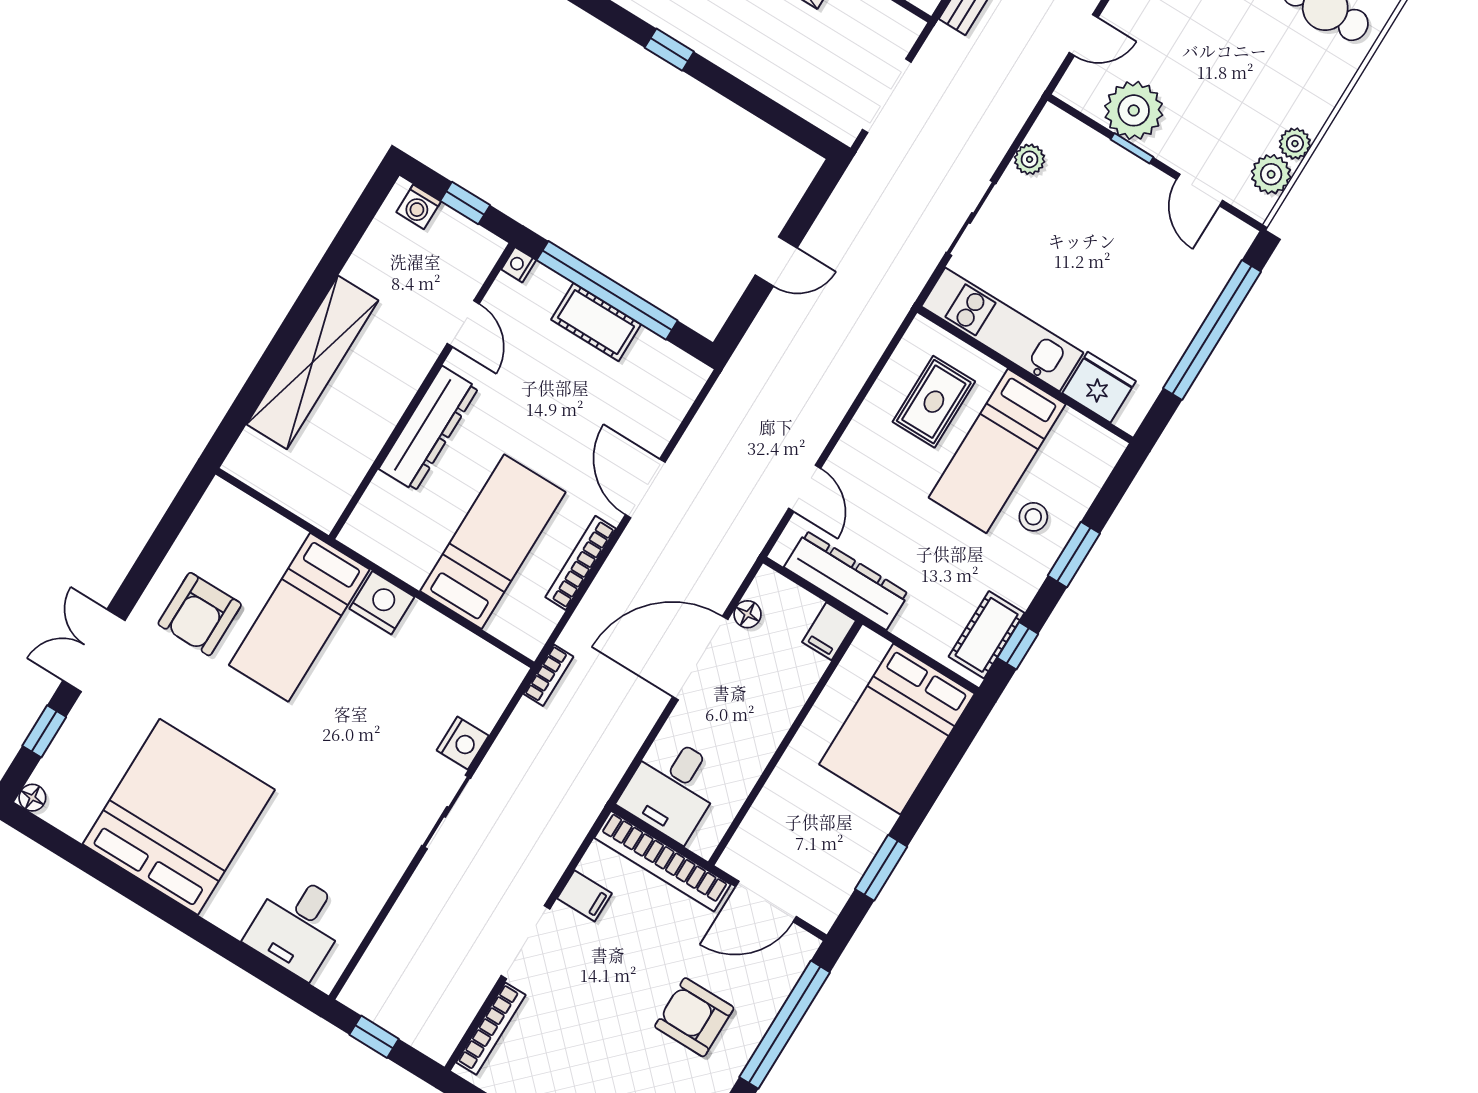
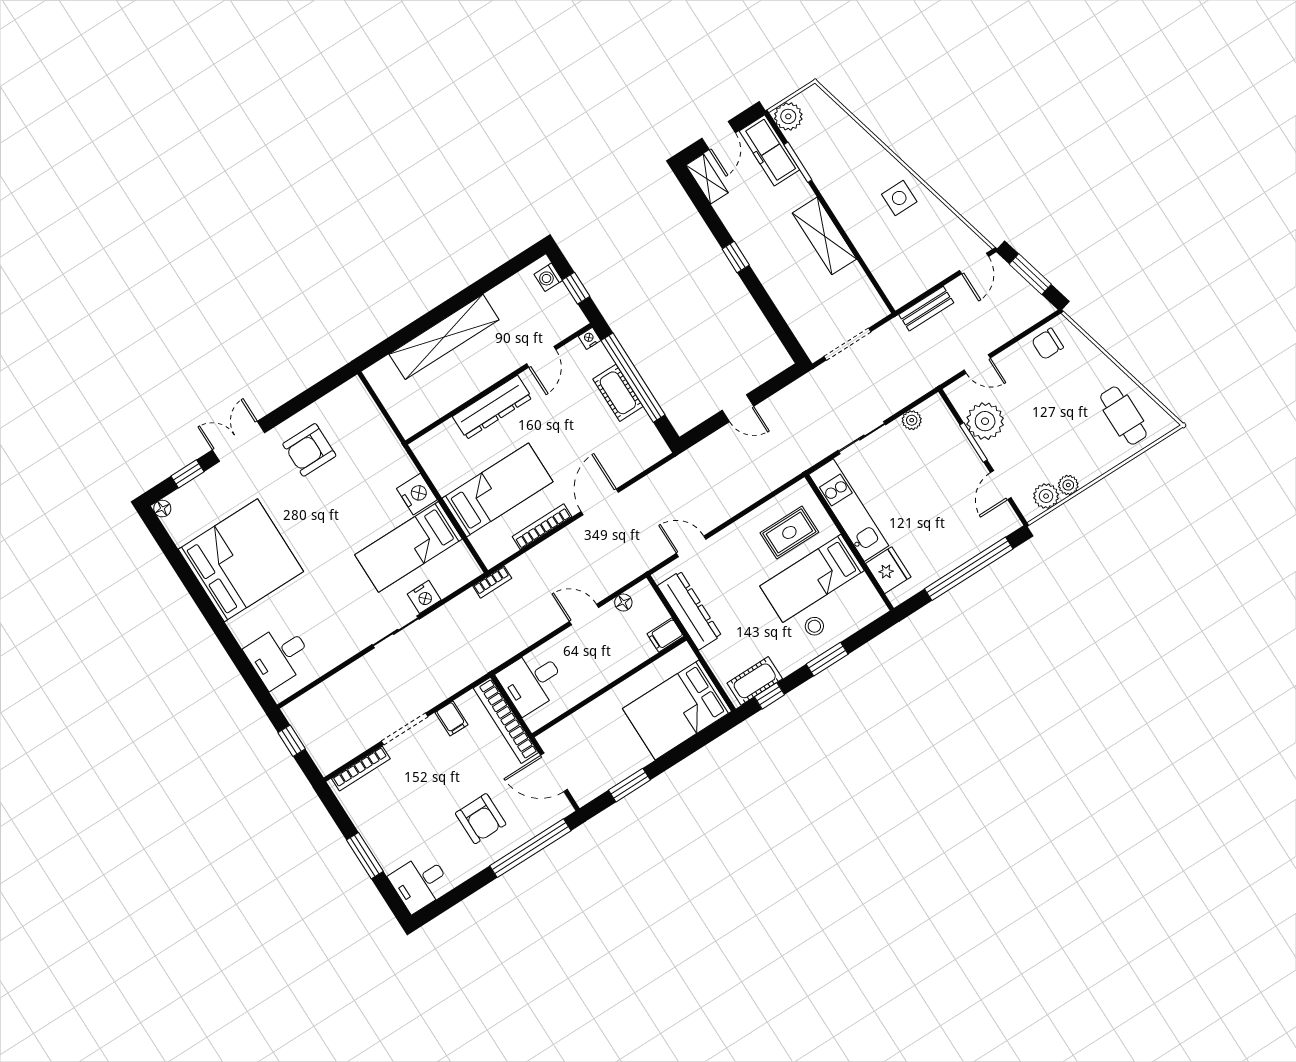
window: (1132, 148) -> (974, 442), width x1.50
door: (805, 488) -> (691, 546), swing flipped
bed: (299, 617) -> (409, 547), moved
door: (700, 658) -> (584, 614), width x0.53
armchair: (694, 1017) -> (481, 819), turned 180

